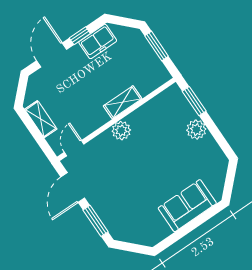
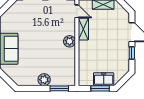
freezer: (98, 41) -> (104, 79), moved, turned 90
shelving: (123, 102) -> (83, 29), moved

